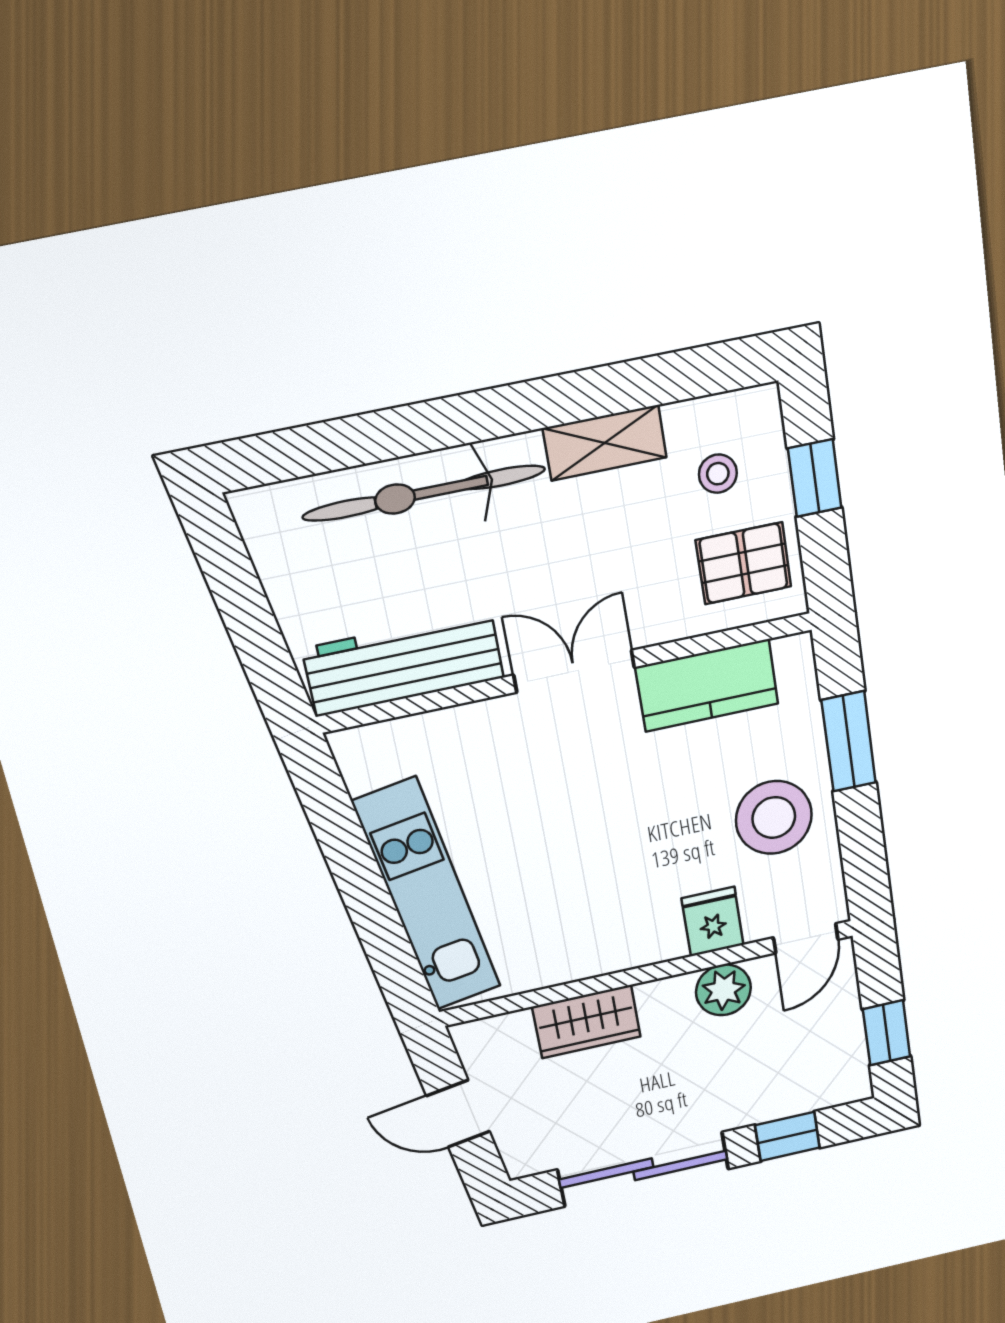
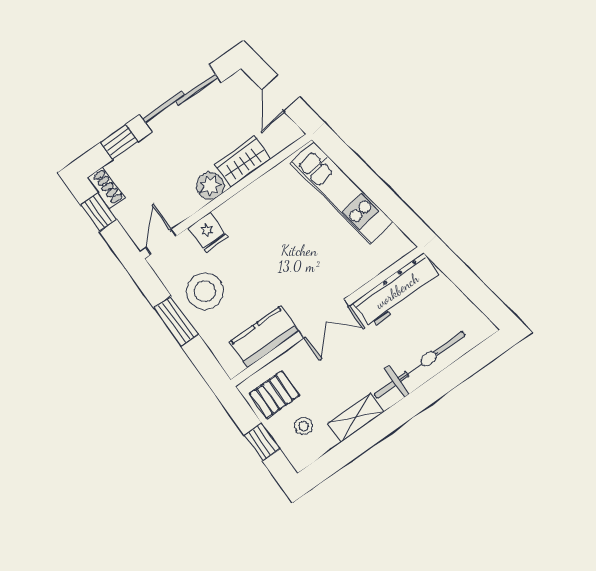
window: (849, 741) -> (176, 321), moved
plant: (723, 990) -> (210, 186), moved
shoe rack: (852, 1069) -> (106, 188), added
door: (458, 1114) -> (281, 93), swing flipped

